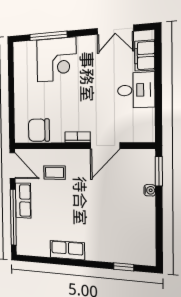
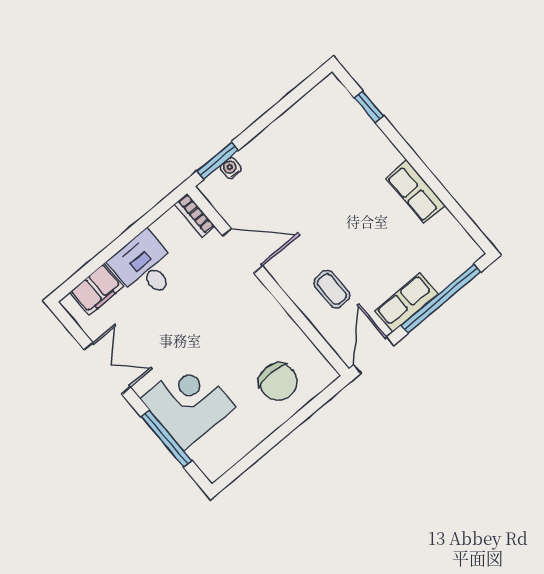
double door: (115, 30) -> (107, 368), moved
chair: (39, 130) -> (278, 382), moved
bookcase: (78, 137) -> (194, 215), moved
water cooler: (150, 190) -> (231, 168), moved

